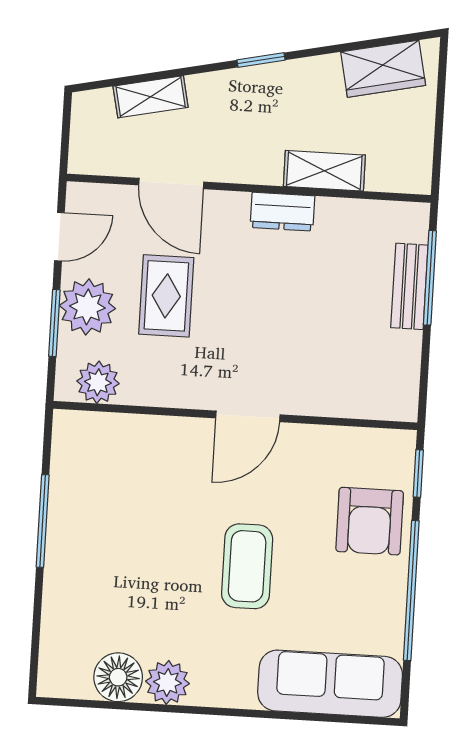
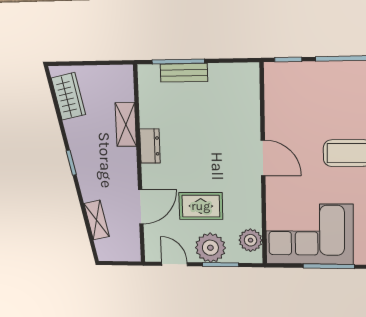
corner sofa: (104, 490) -> (309, 234), added
armchair: (370, 521) -> (317, 85), removed

